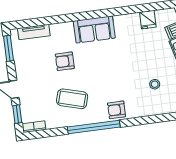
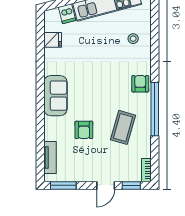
stool: (155, 84) -> (133, 39), moved
armchair: (117, 110) -> (140, 84), turned 180

